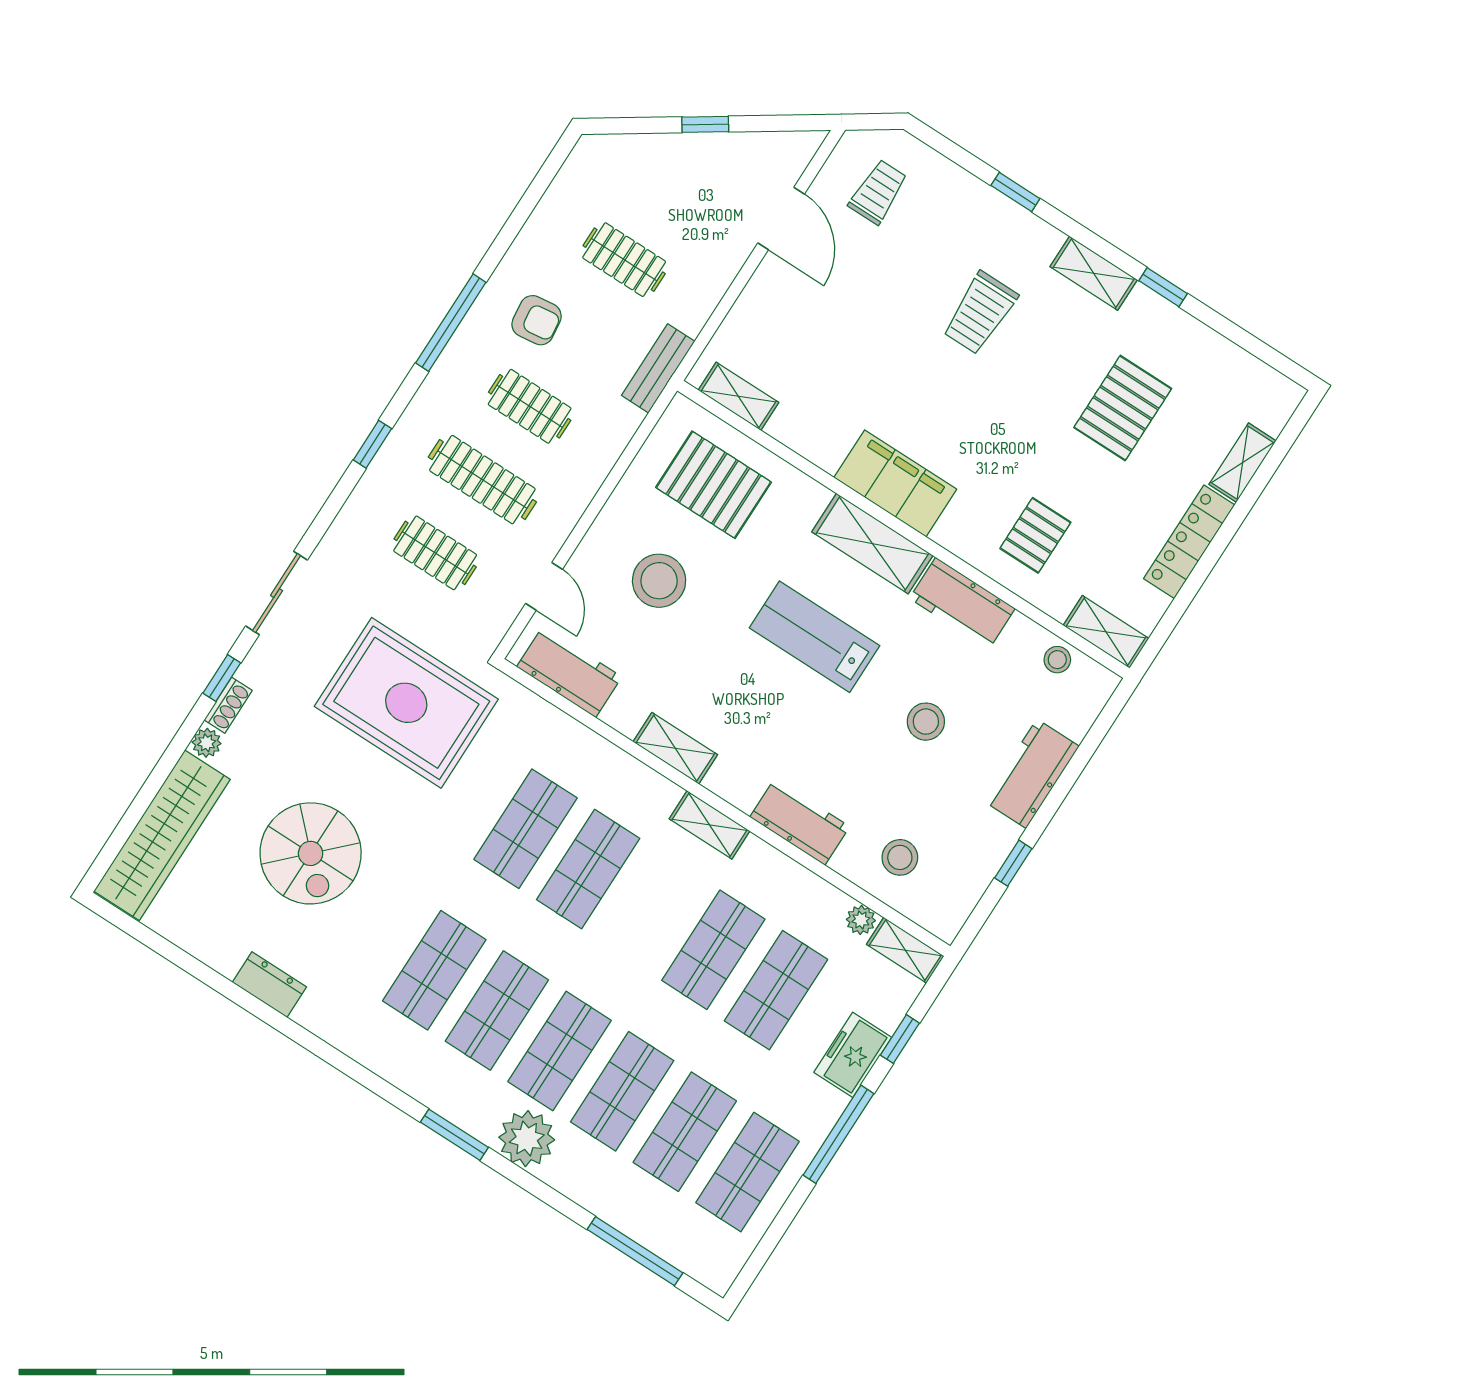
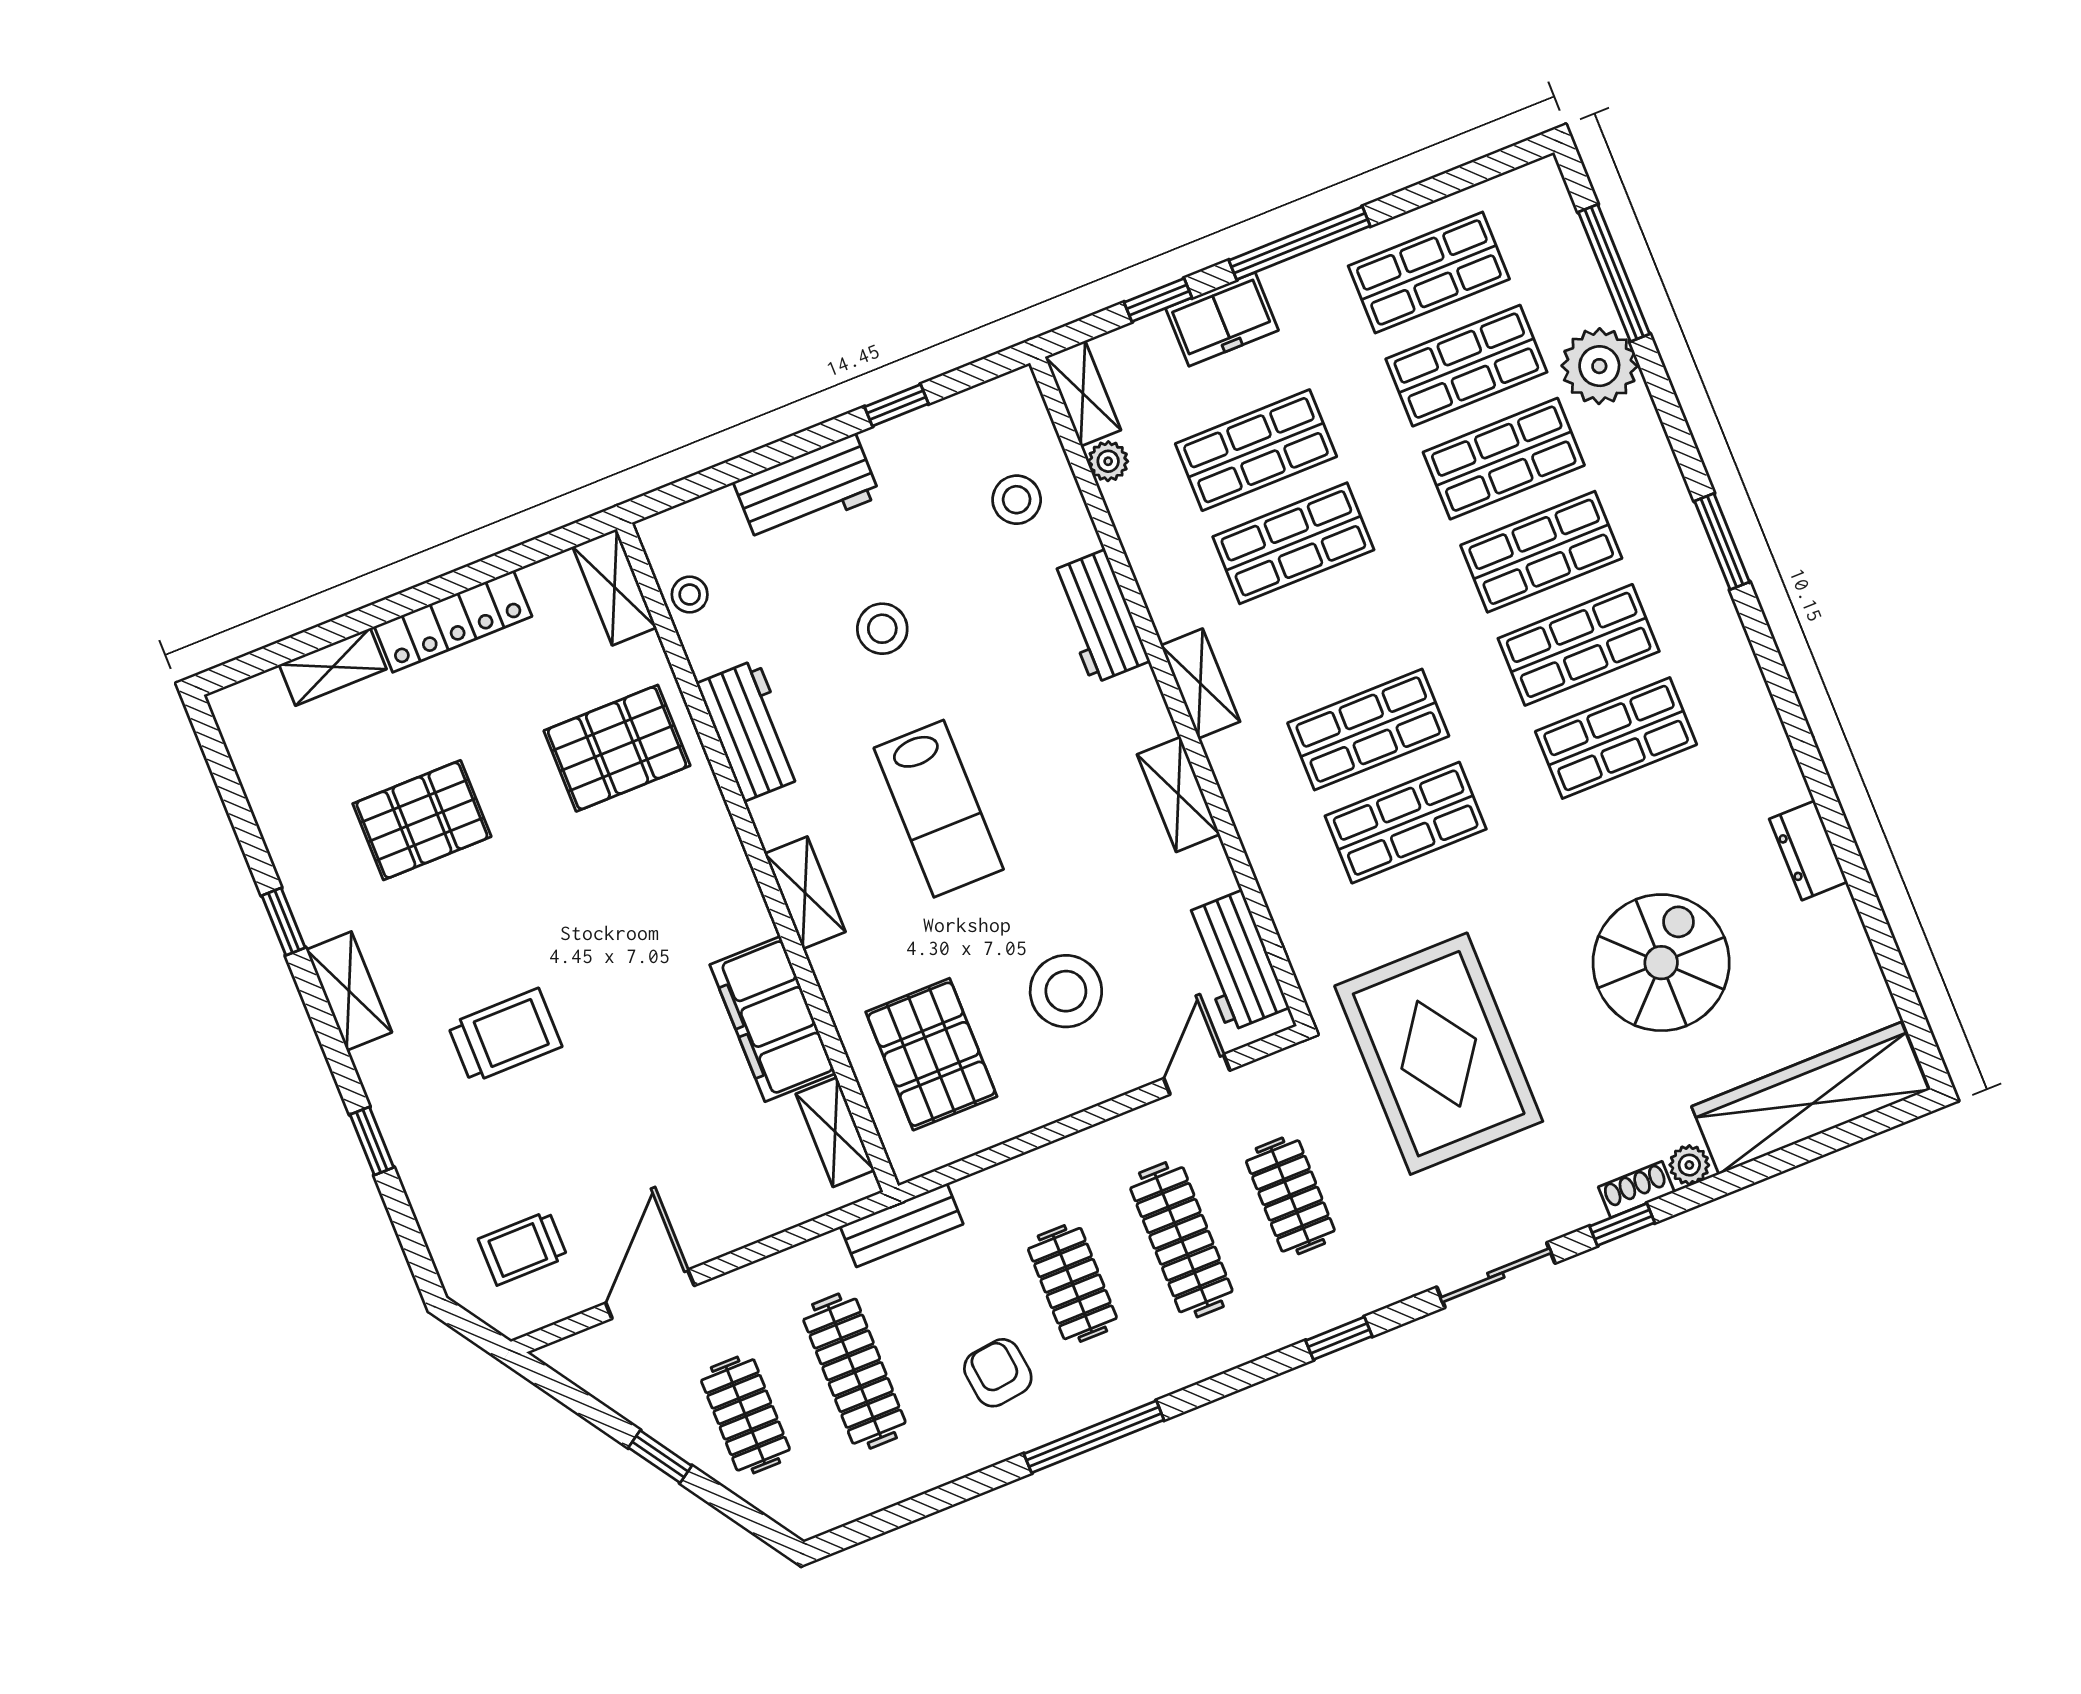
clothes rail: (671, 186) -> (745, 1415), added
clothes rail: (624, 260) -> (854, 1371), width x1.36
window: (372, 444) -> (1339, 1338), moved
filing cabinet: (895, 483) -> (773, 1019), moved
pallet: (1035, 535) -> (617, 748), width x1.50, depth x1.42
shelving: (872, 544) -> (805, 893), width x0.67, depth x0.75
plant: (527, 1139) -> (1599, 366), moved

